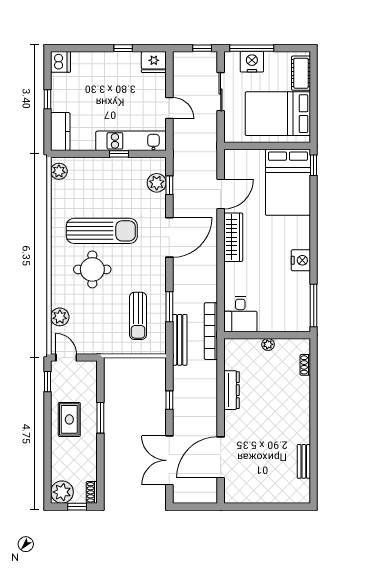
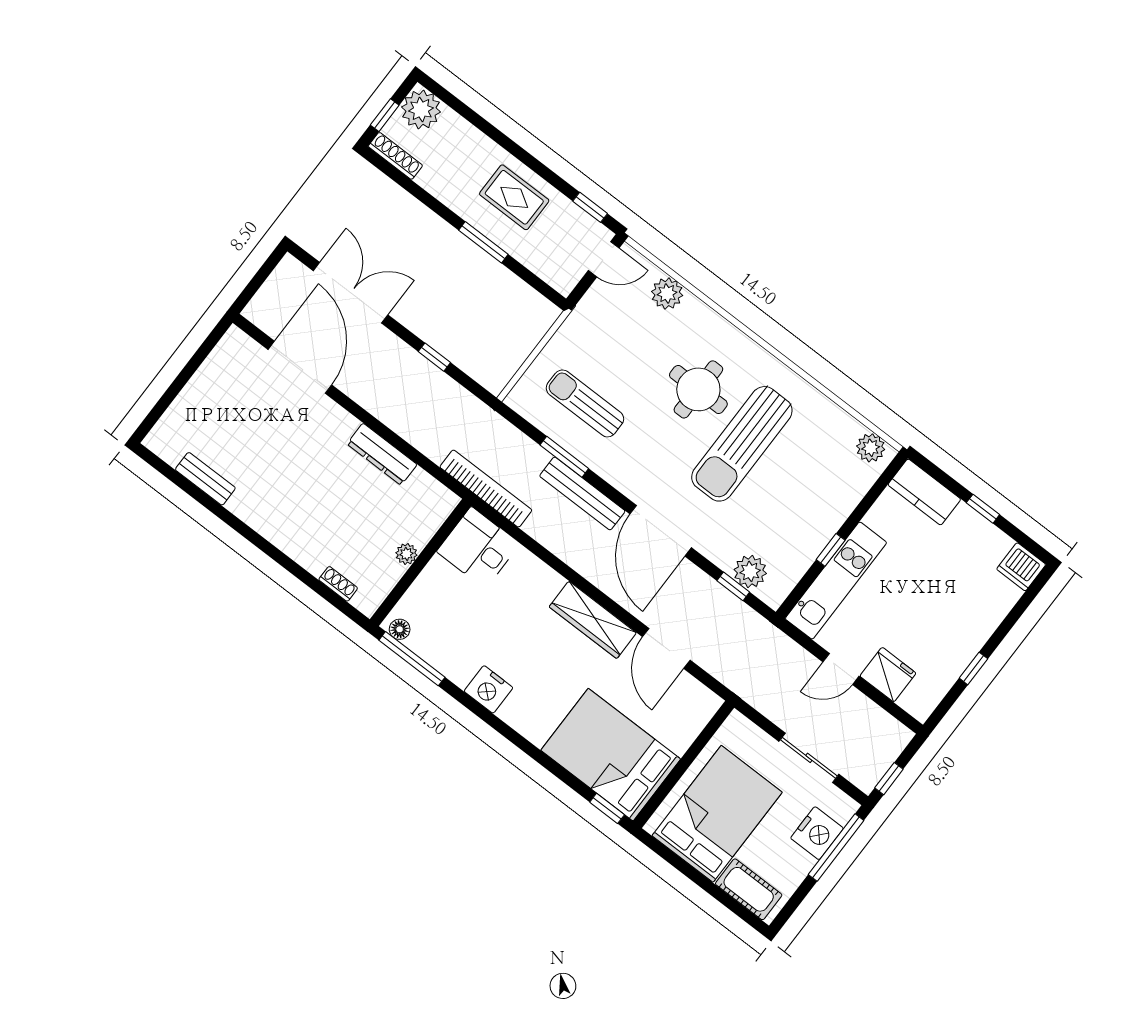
fridge: (154, 62) -> (888, 675), moved, turned 90
floor lamp: (305, 321) -> (400, 629), added
bench: (180, 340) -> (582, 494), moved
shoe rack: (92, 492) -> (395, 156), width x1.43

